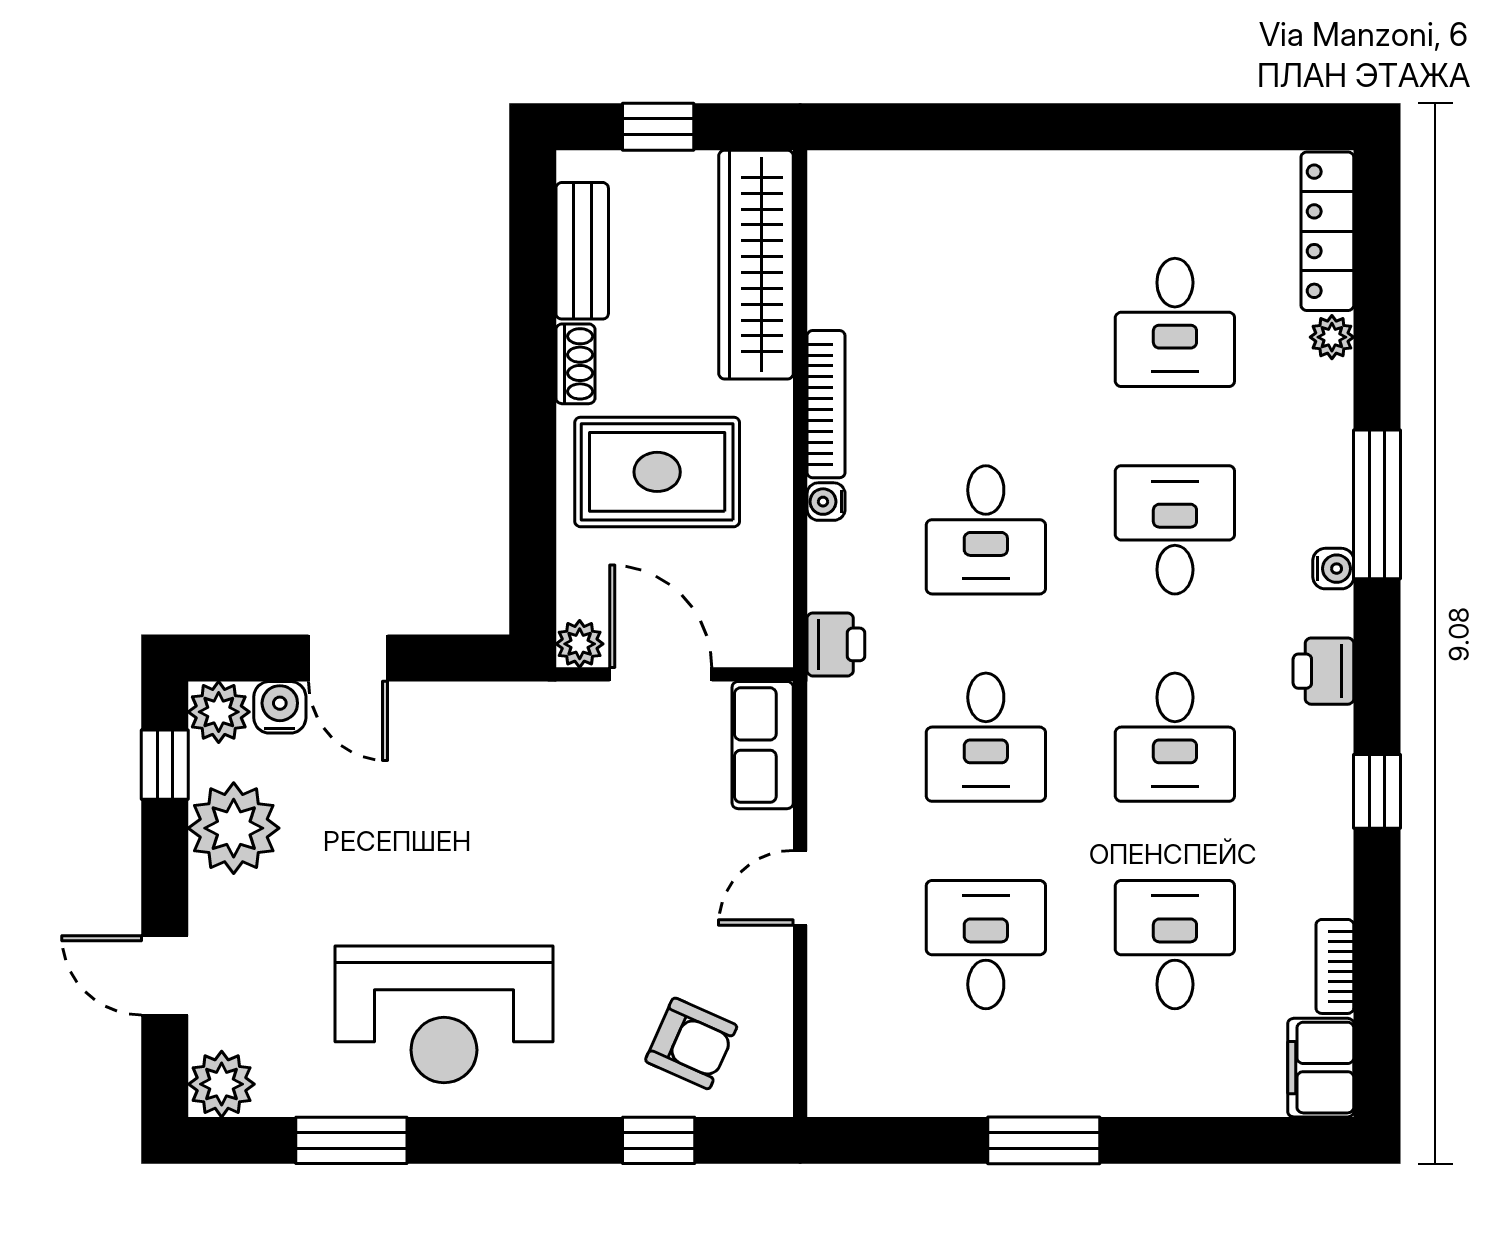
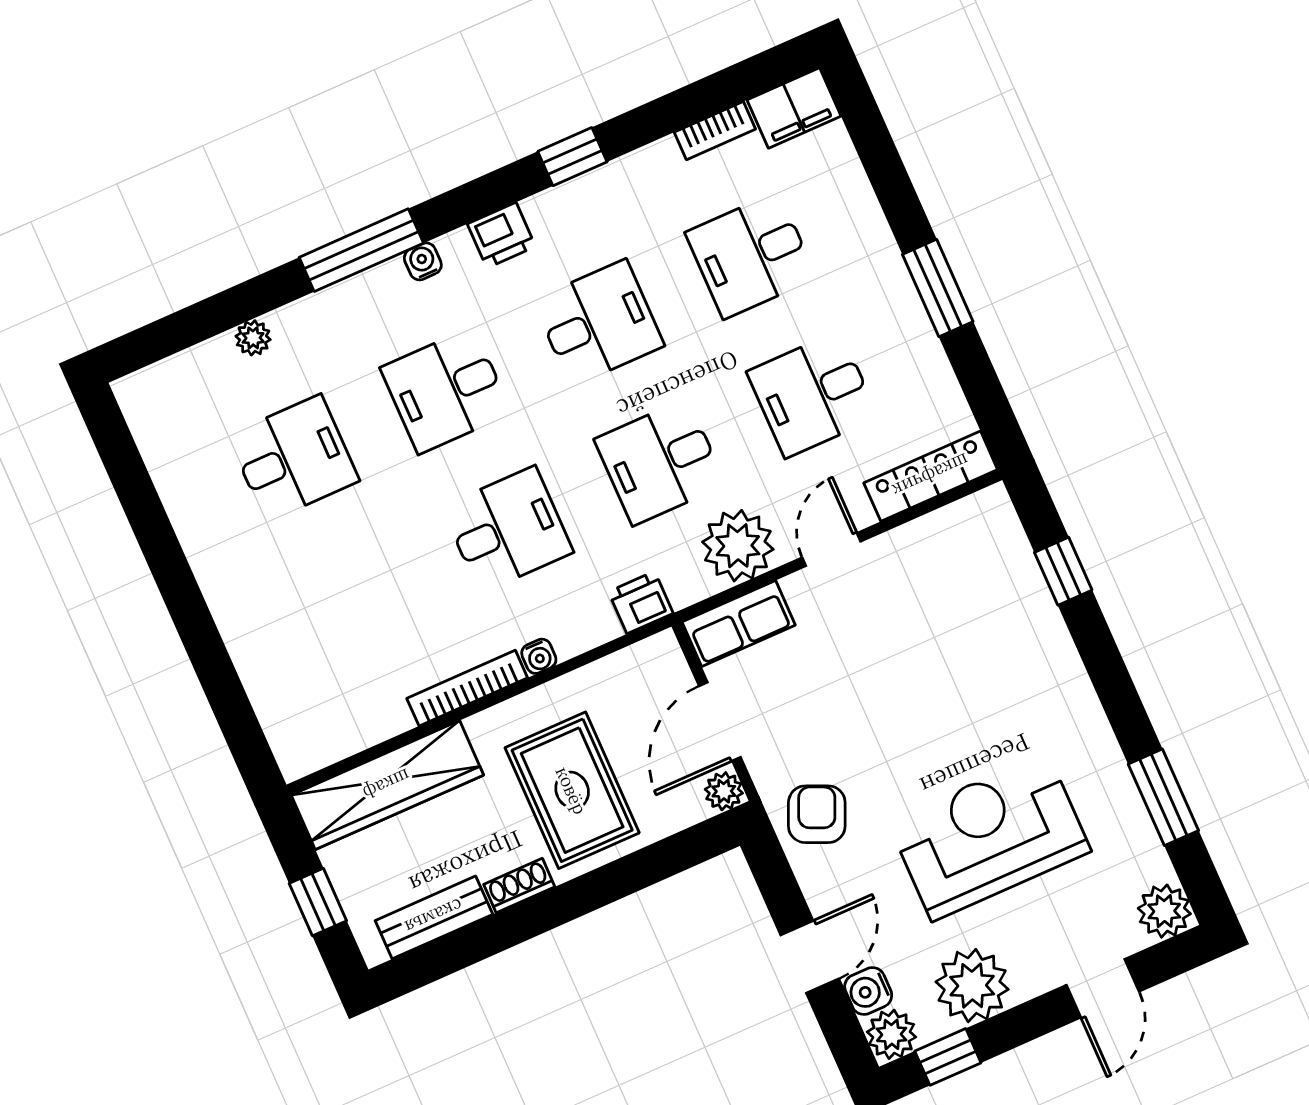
locker: (1327, 231) -> (931, 476), moved, turned 180
desk: (986, 737) -> (660, 462), turned 180
plant: (852, 783) -> (738, 546), added
door: (800, 888) -> (831, 549), swing flipped
reception desk: (444, 1014) -> (989, 837), moved, turned -90
armchair: (691, 1043) -> (817, 814), moved

